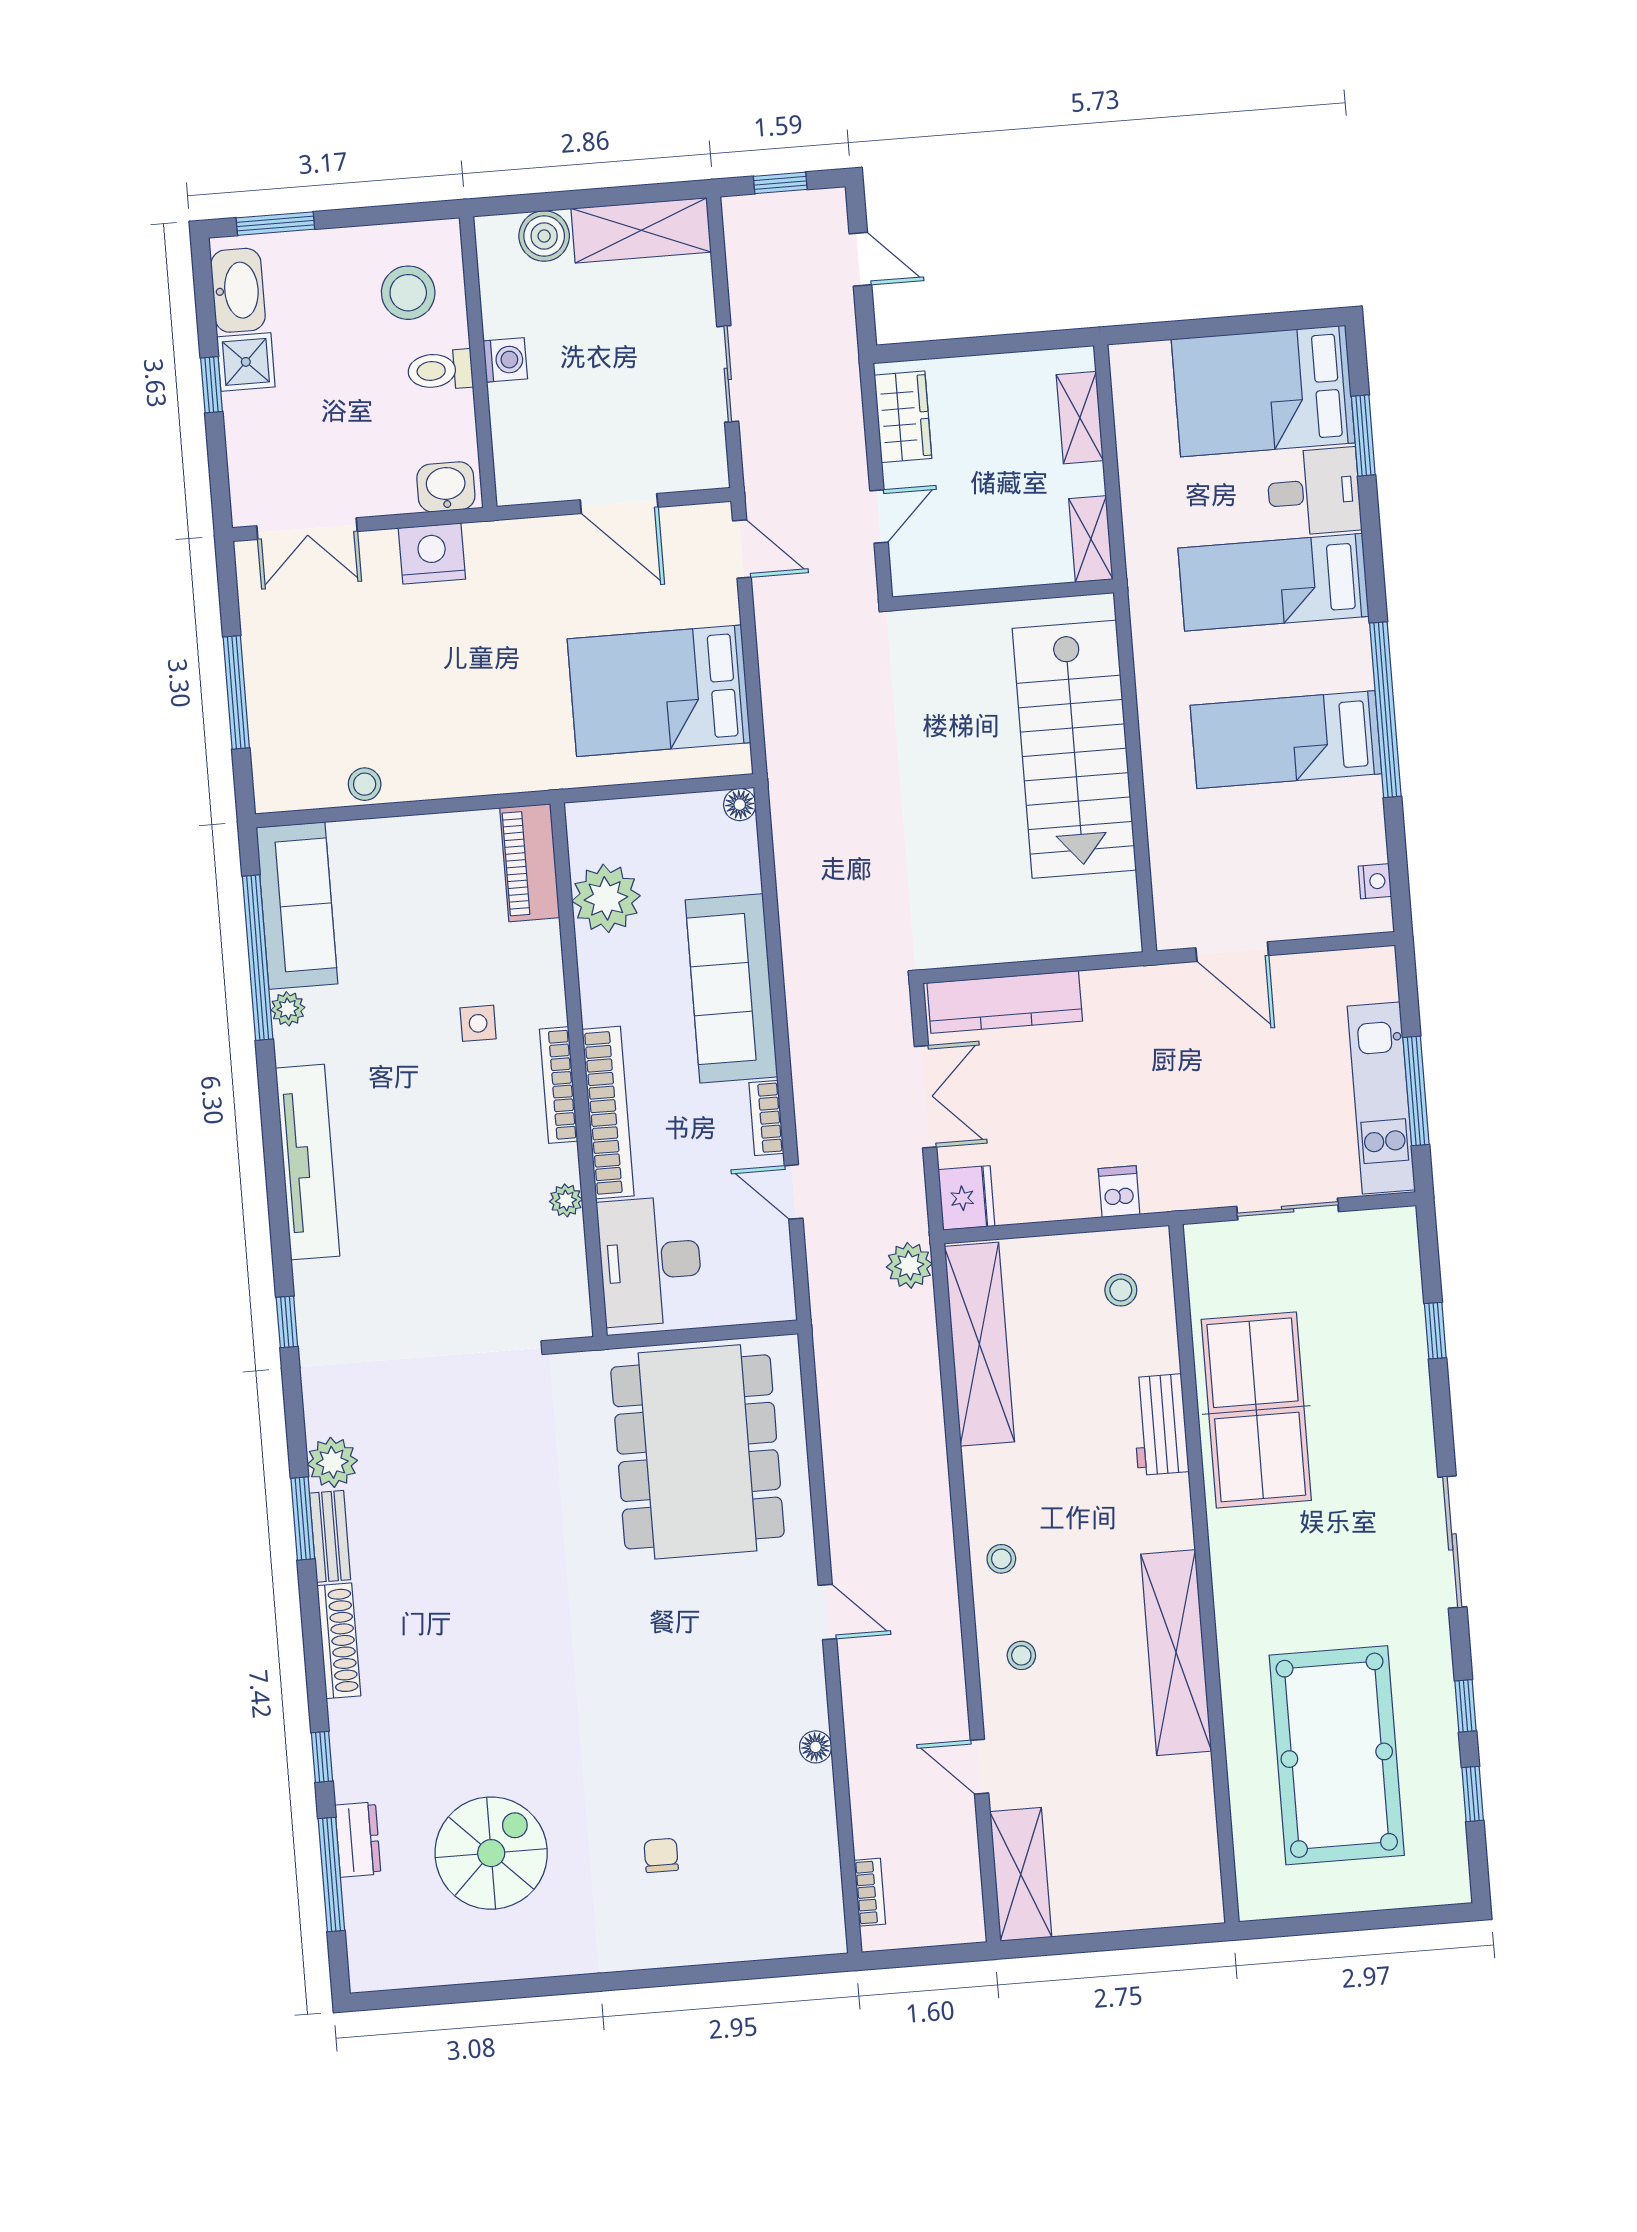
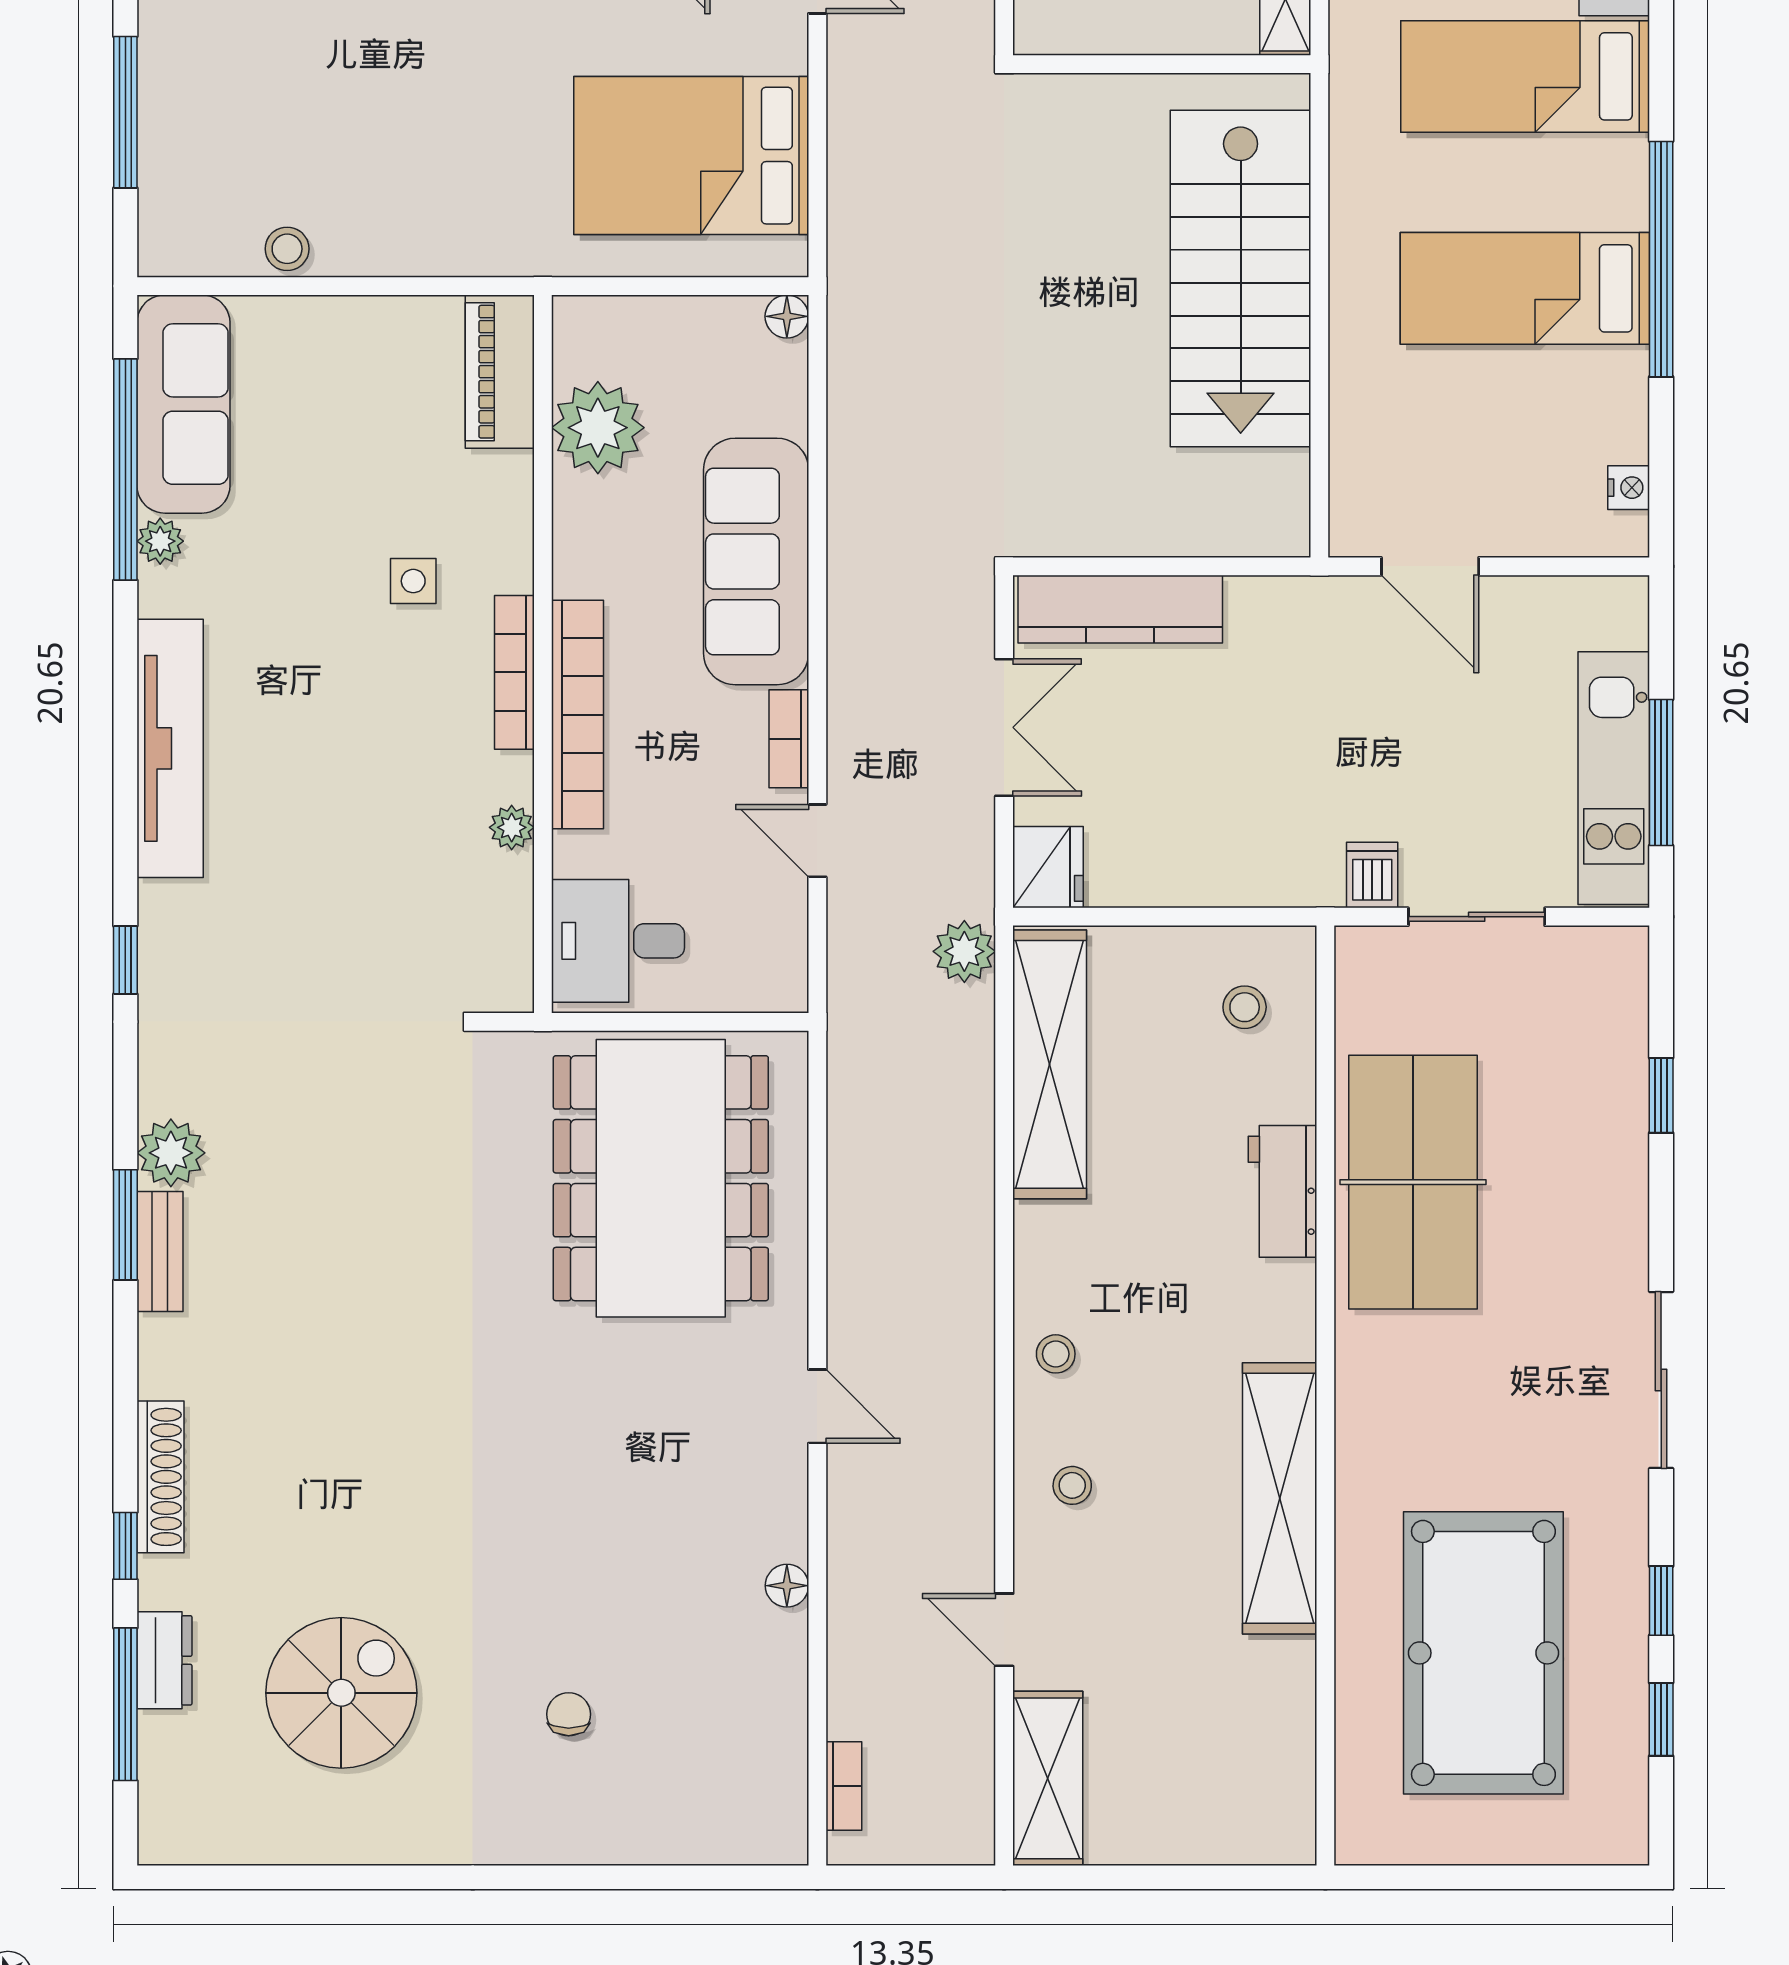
dishwasher: (1119, 1191) -> (1372, 875), moved
desk: (650, 1261) -> (618, 941), width x0.73
shoe rack: (339, 1641) -> (160, 1477), moved

